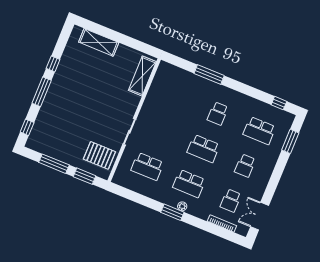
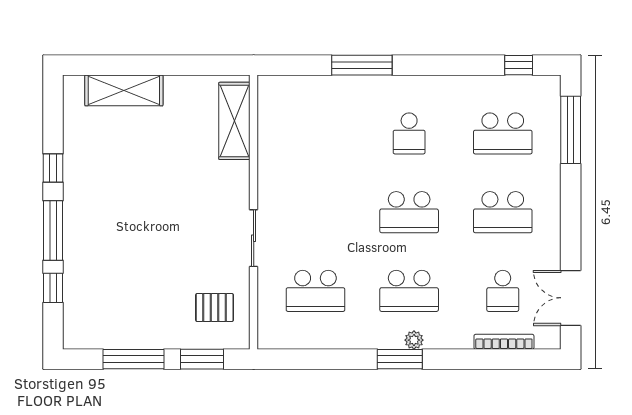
window: (27, 127) -> (53, 288), moved
window: (290, 141) -> (571, 130), width x1.44
pallet: (99, 155) -> (215, 307), width x0.67, depth x0.71
school desk: (245, 166) -> (503, 212), width x1.85

